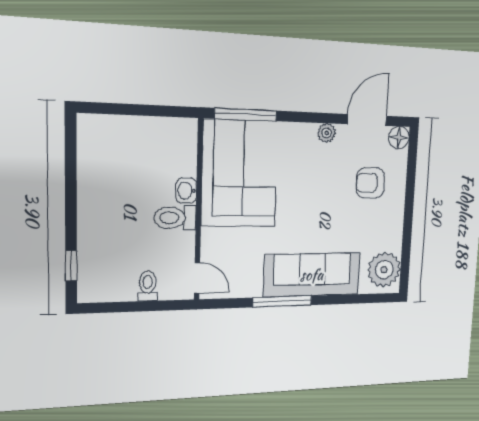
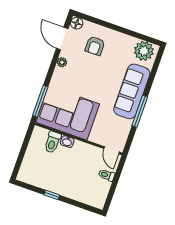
toilet: (175, 218) -> (52, 142), moved
window: (71, 266) -> (52, 195), moved
door: (197, 278) -> (112, 150), swing flipped

